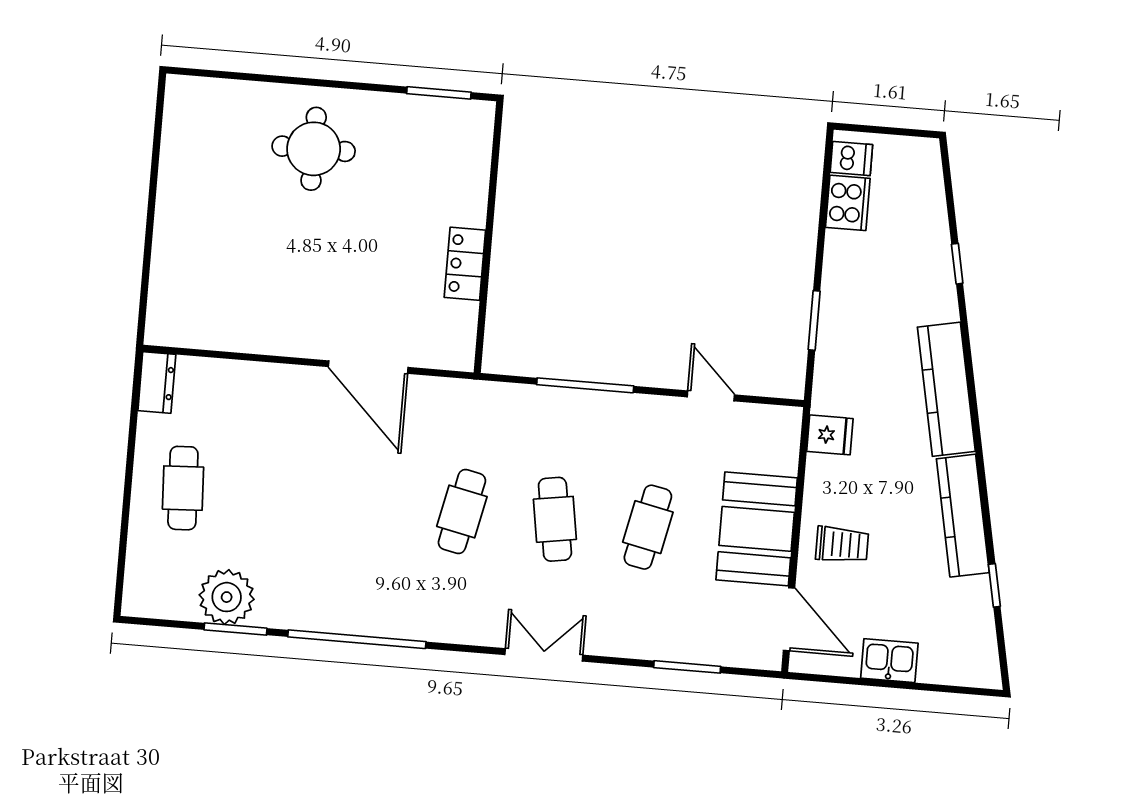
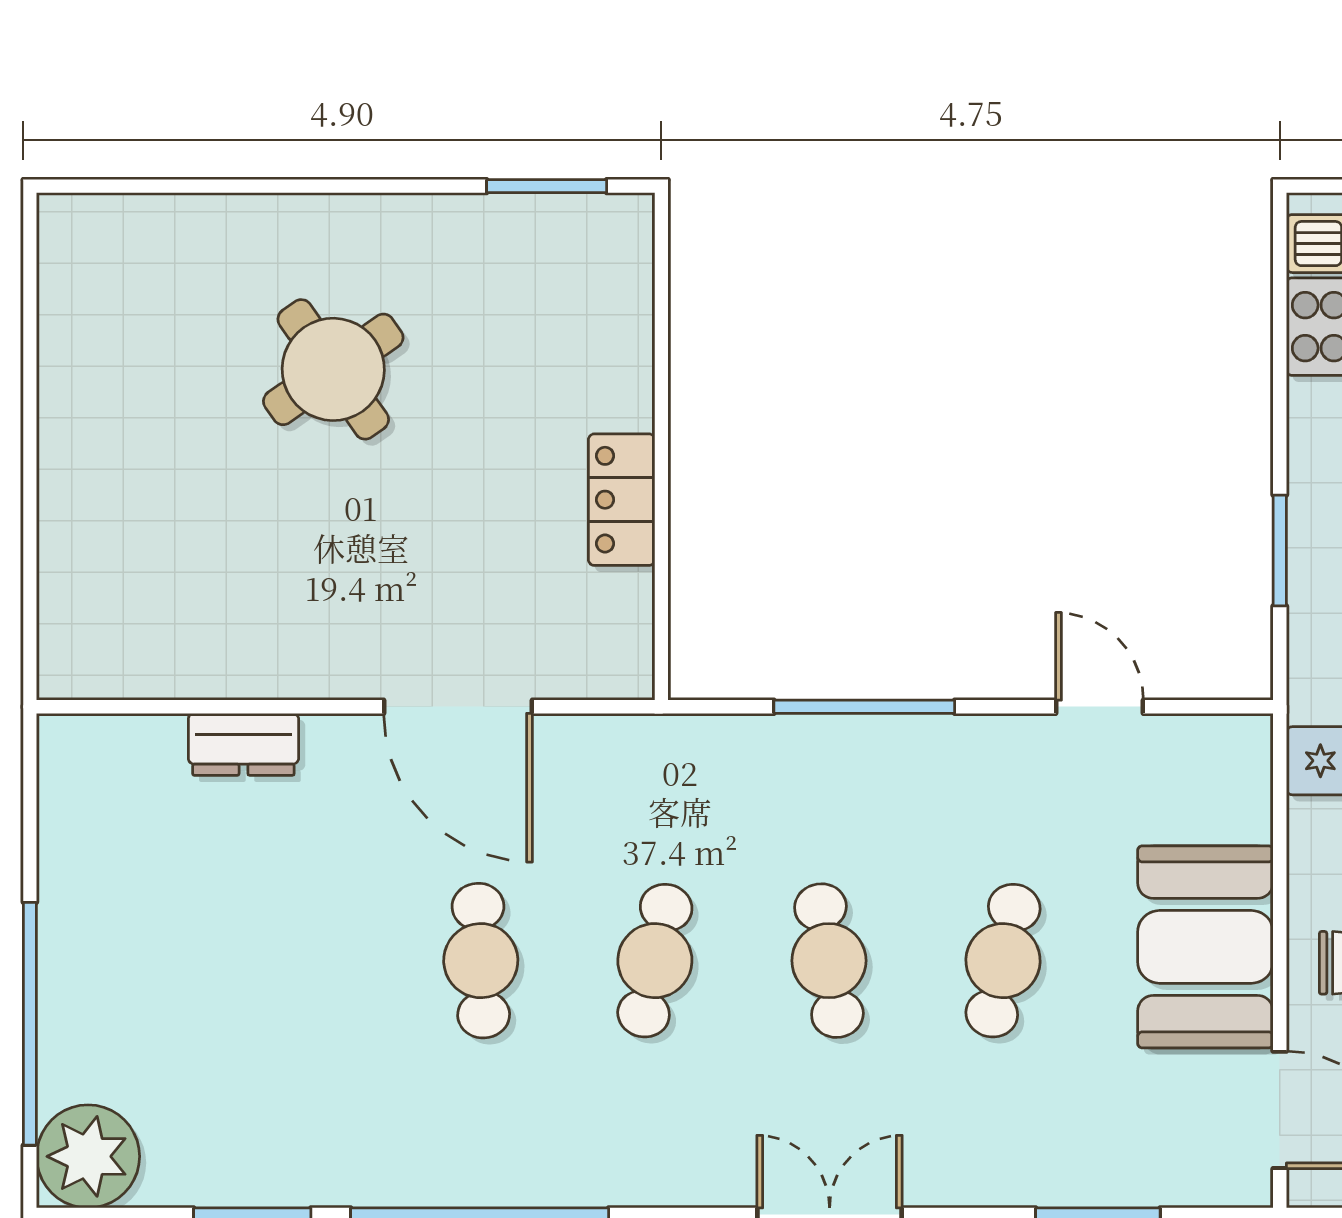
round table: (314, 149) -> (333, 369), moved, turned -35
dresser: (157, 382) -> (243, 744), moved, turned 90
cafe table: (183, 488) -> (481, 961), moved
window: (125, 517) -> (30, 1024), added
plant: (227, 597) -> (88, 1156), moved

